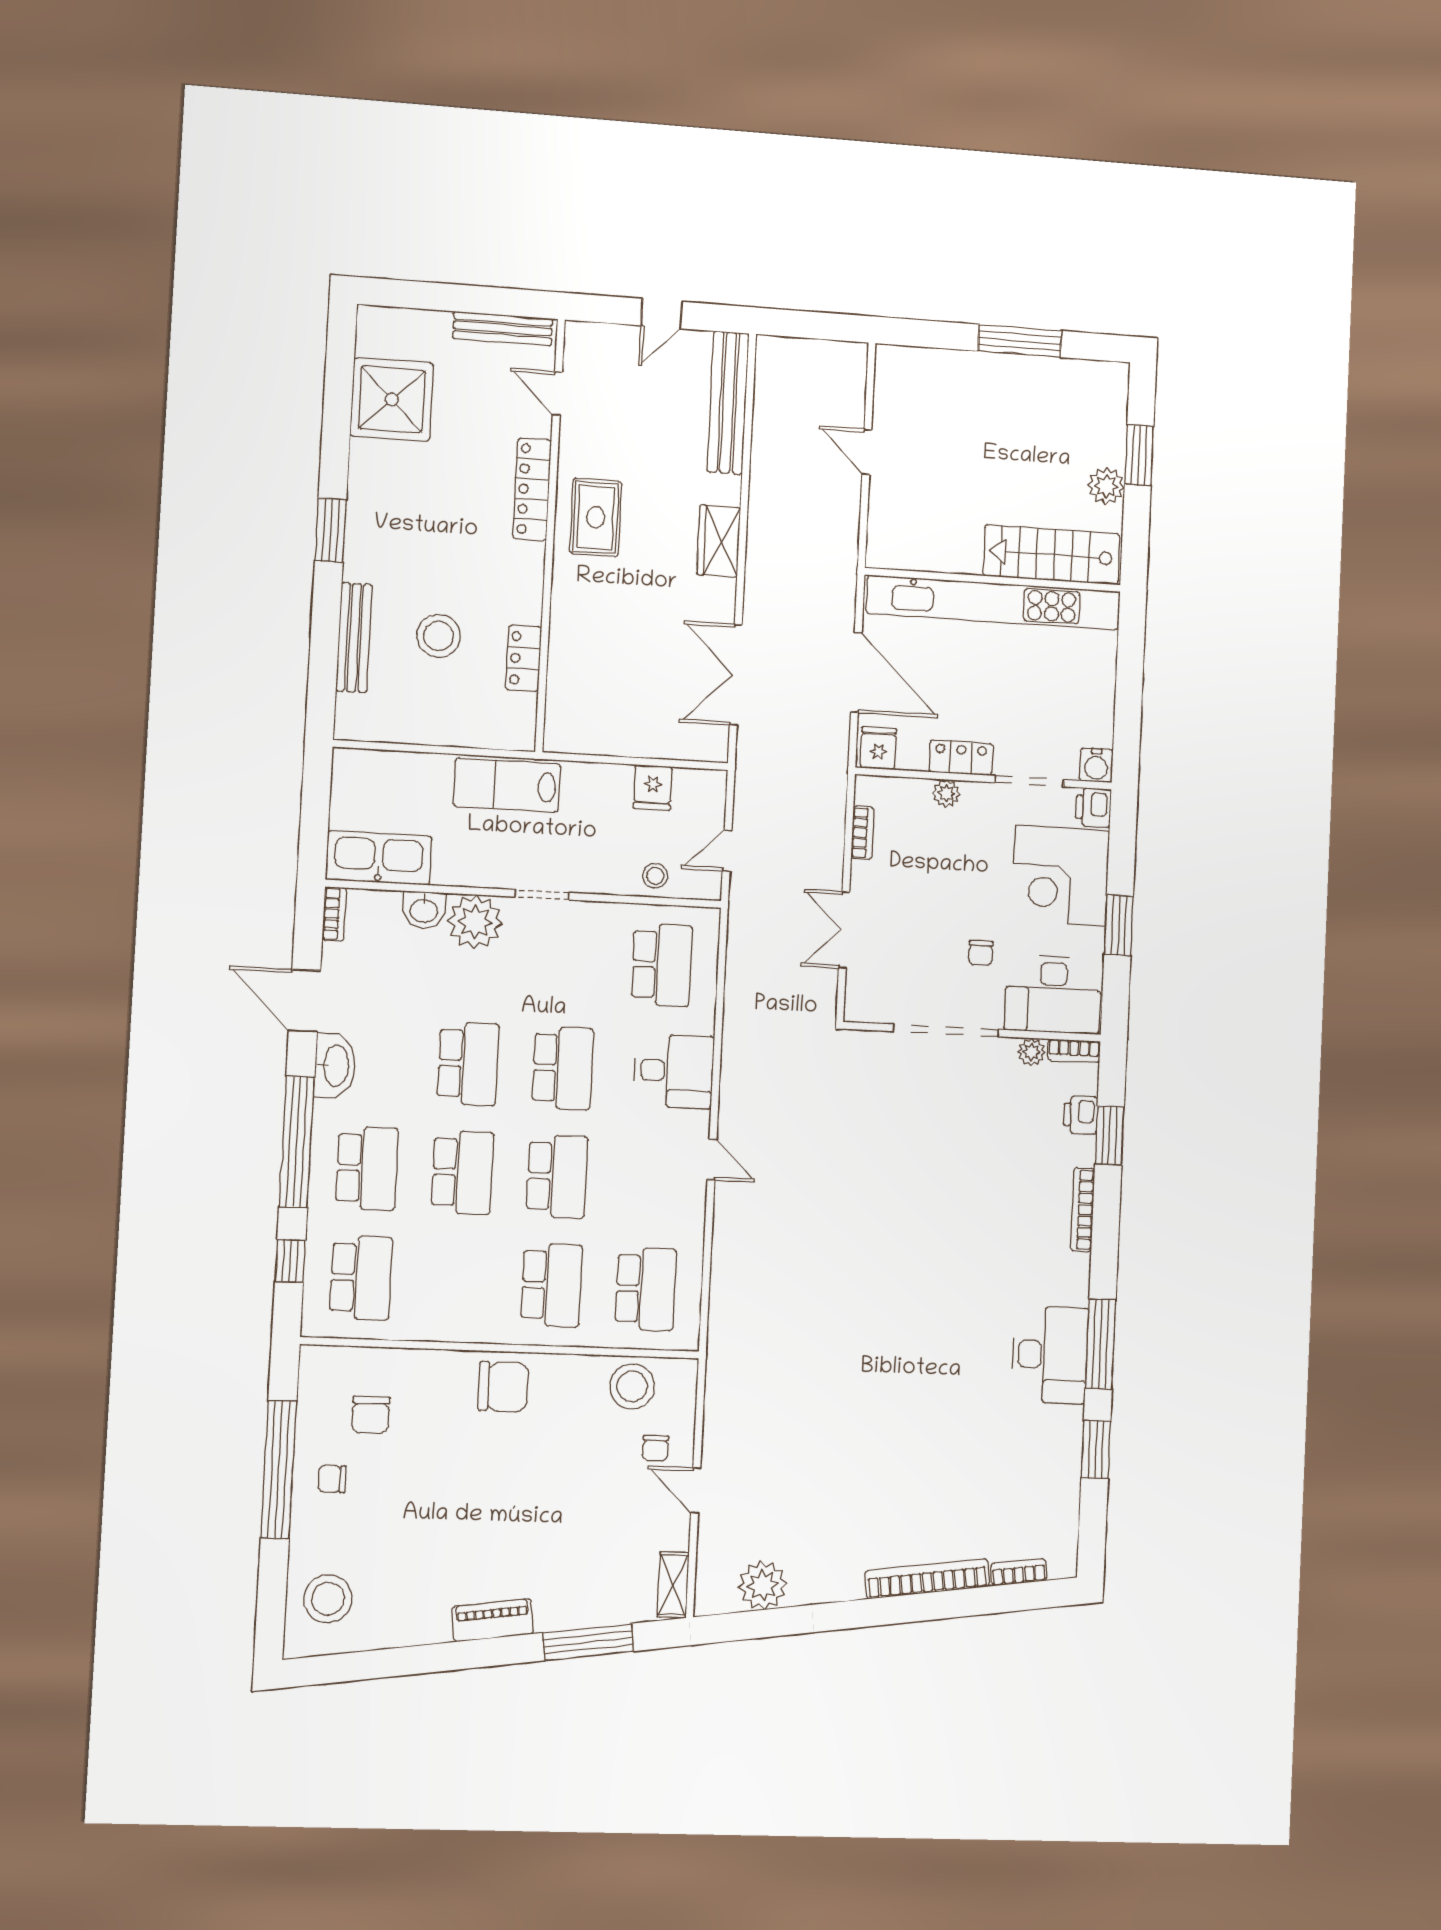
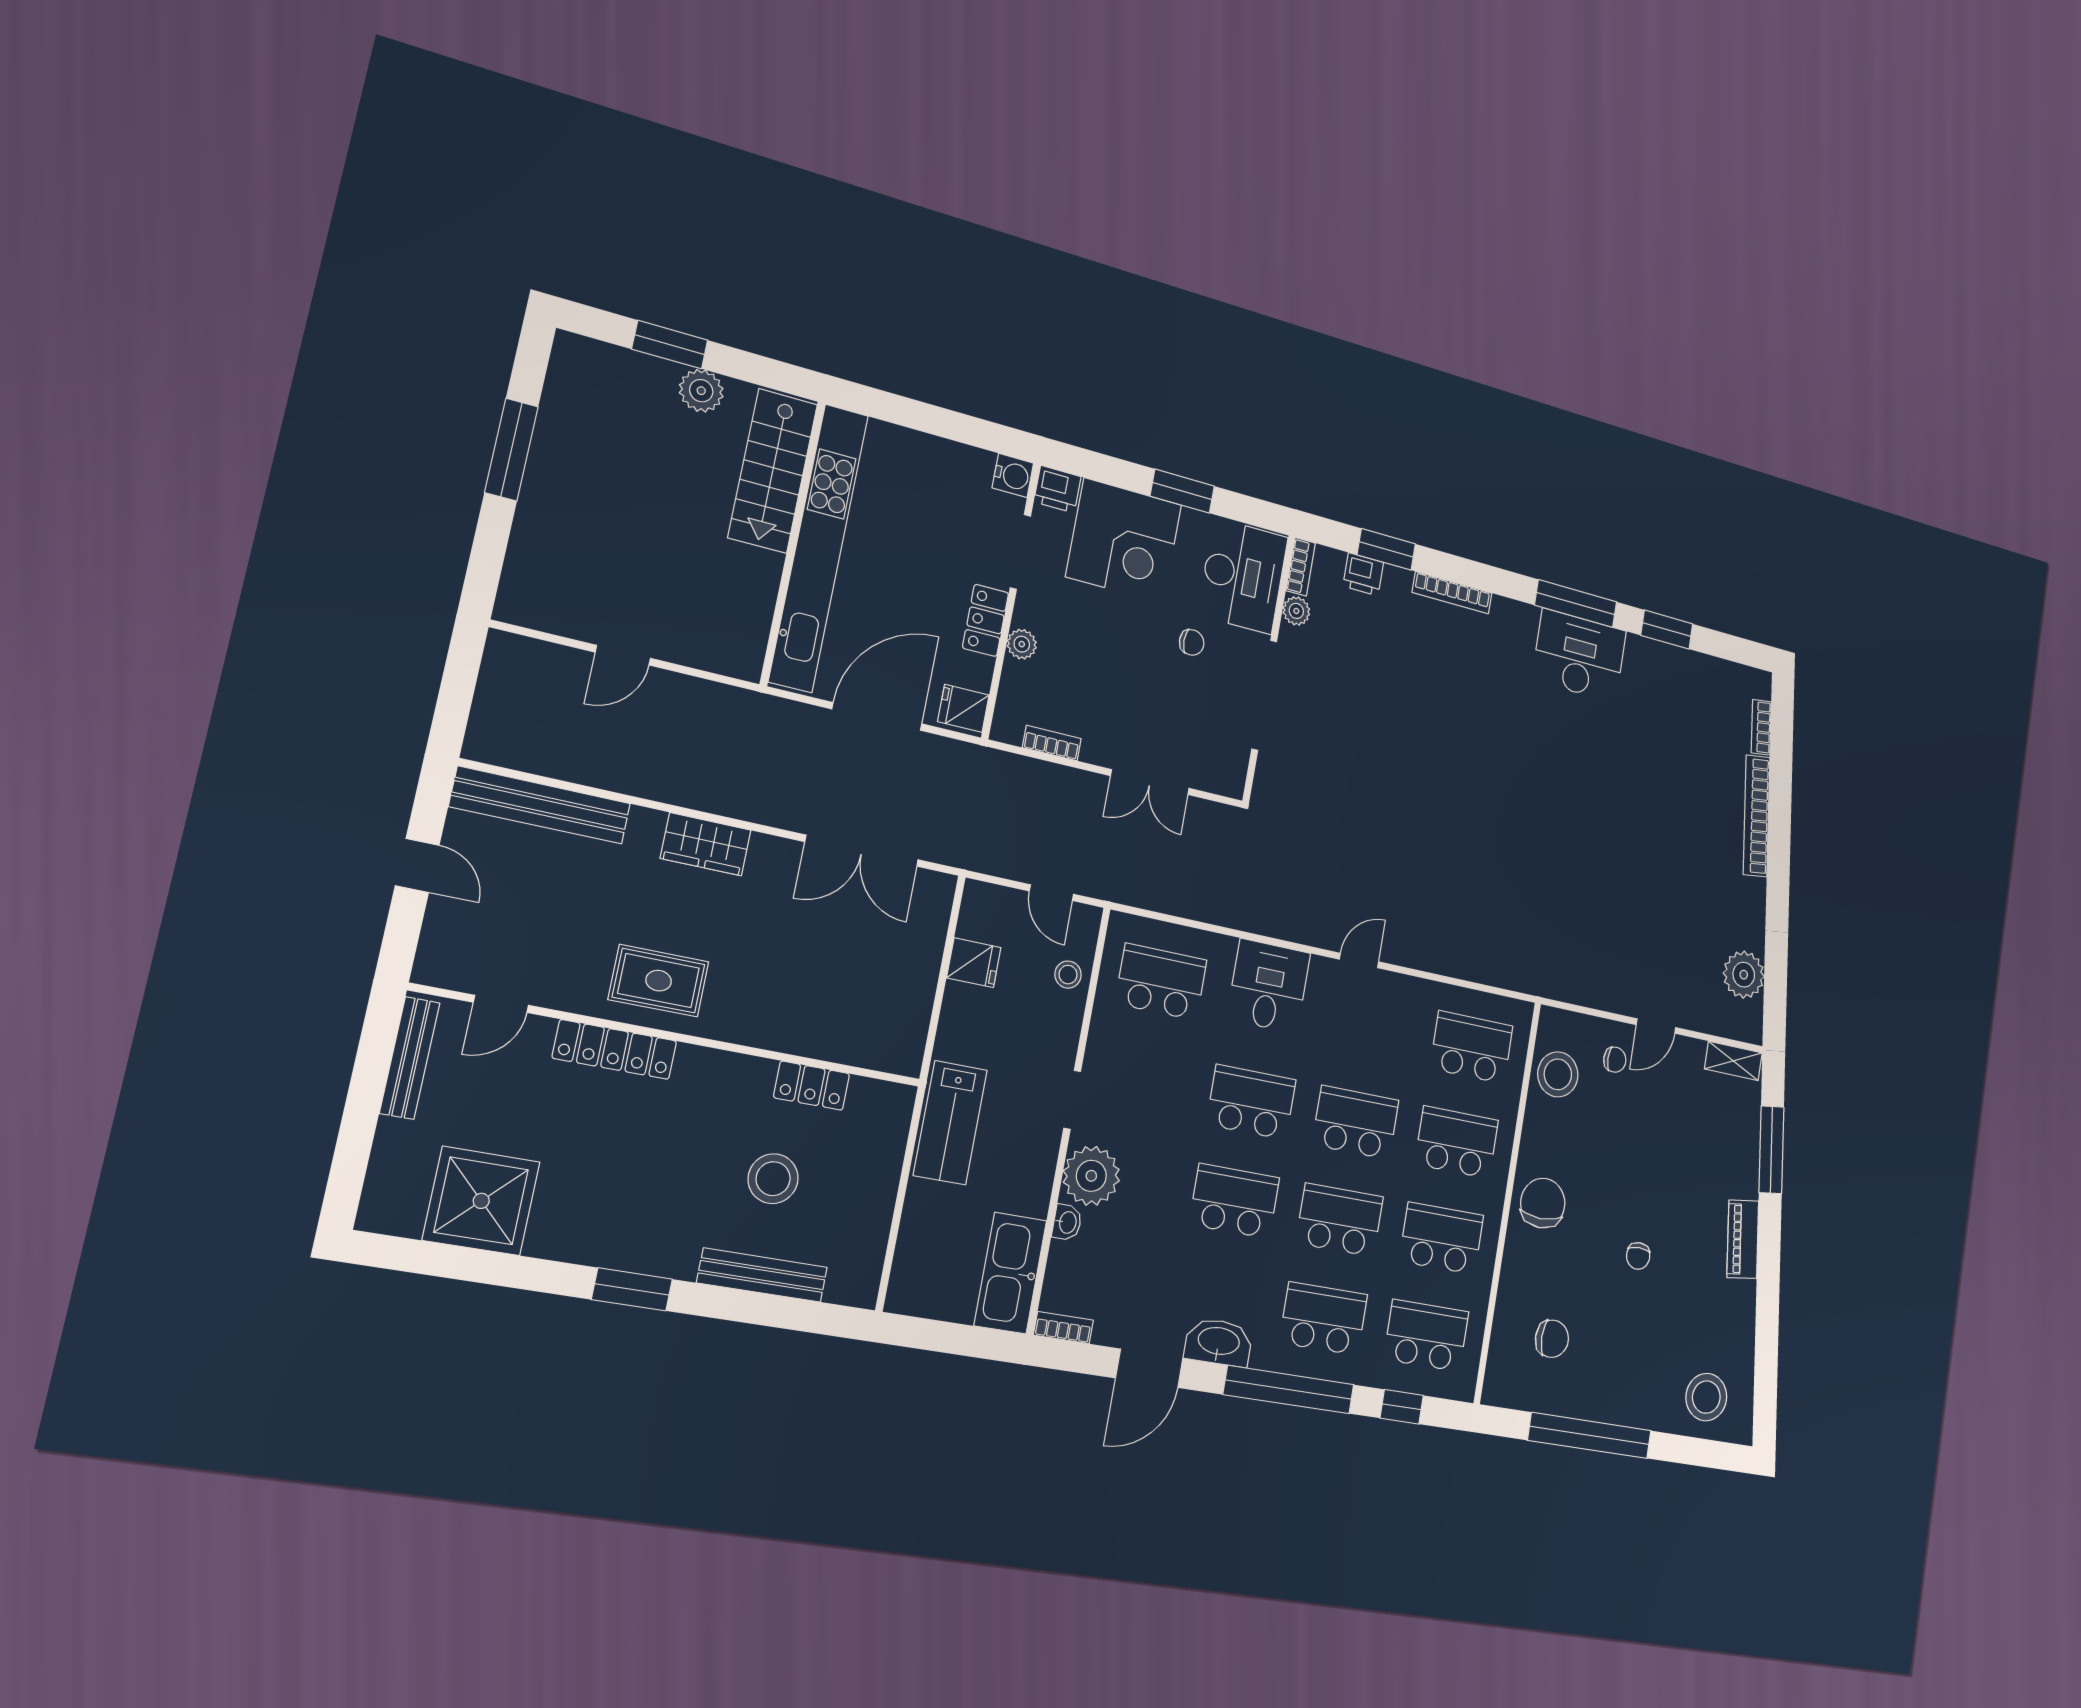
washbasin: (424, 910) -> (1067, 1222), width x0.72, depth x0.69
school desk: (457, 1281) -> (1442, 1238), added
chair: (332, 1479) -> (1638, 1256), moved

